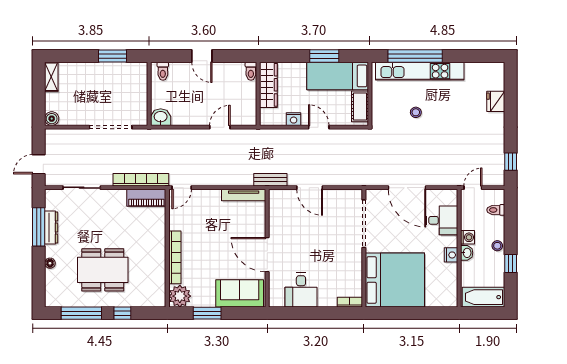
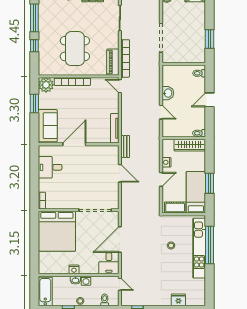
washbasin: (161, 117) -> (168, 93), moved
door: (310, 188) -> (120, 173), swing flipped
desk: (442, 220) -> (109, 263), moved
dining table: (103, 270) -> (75, 49), moved

